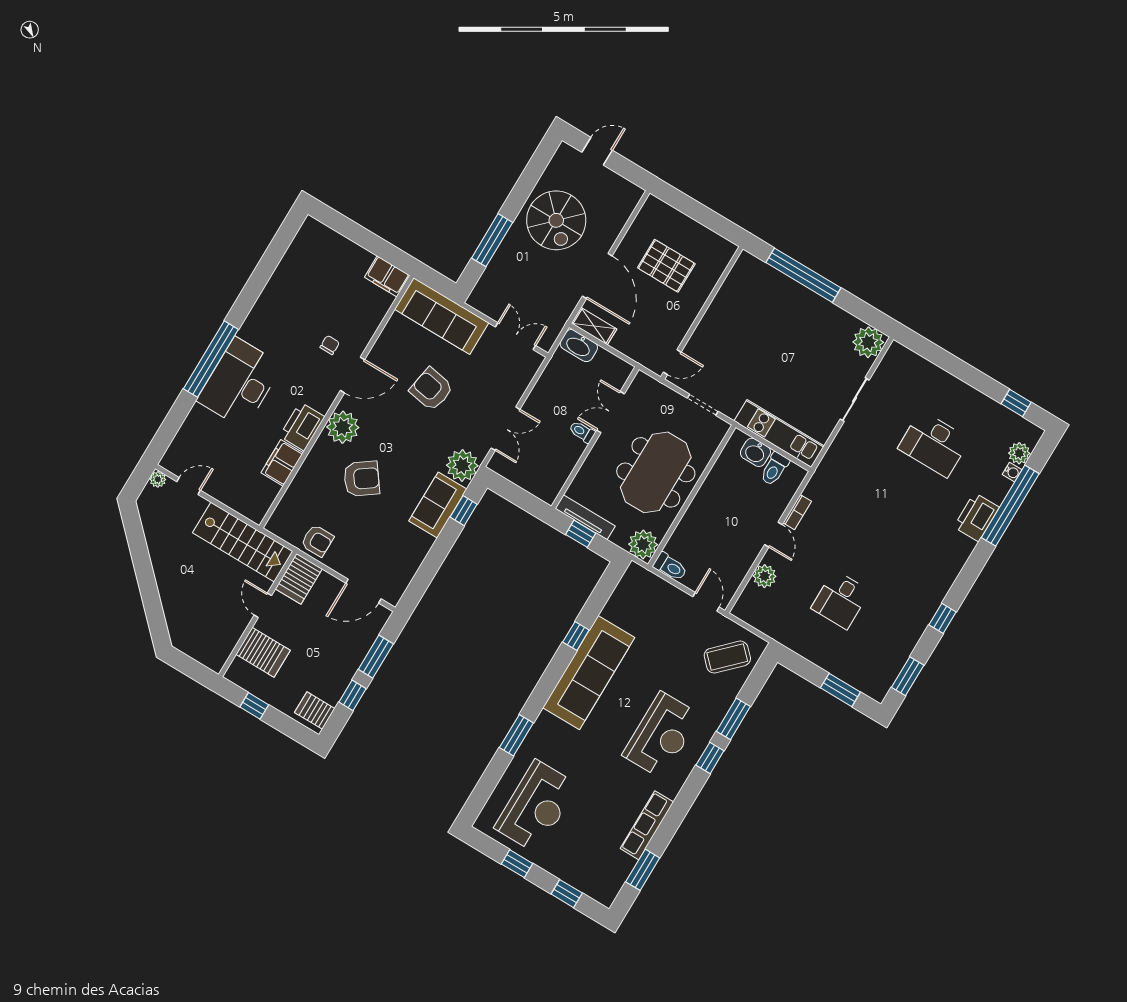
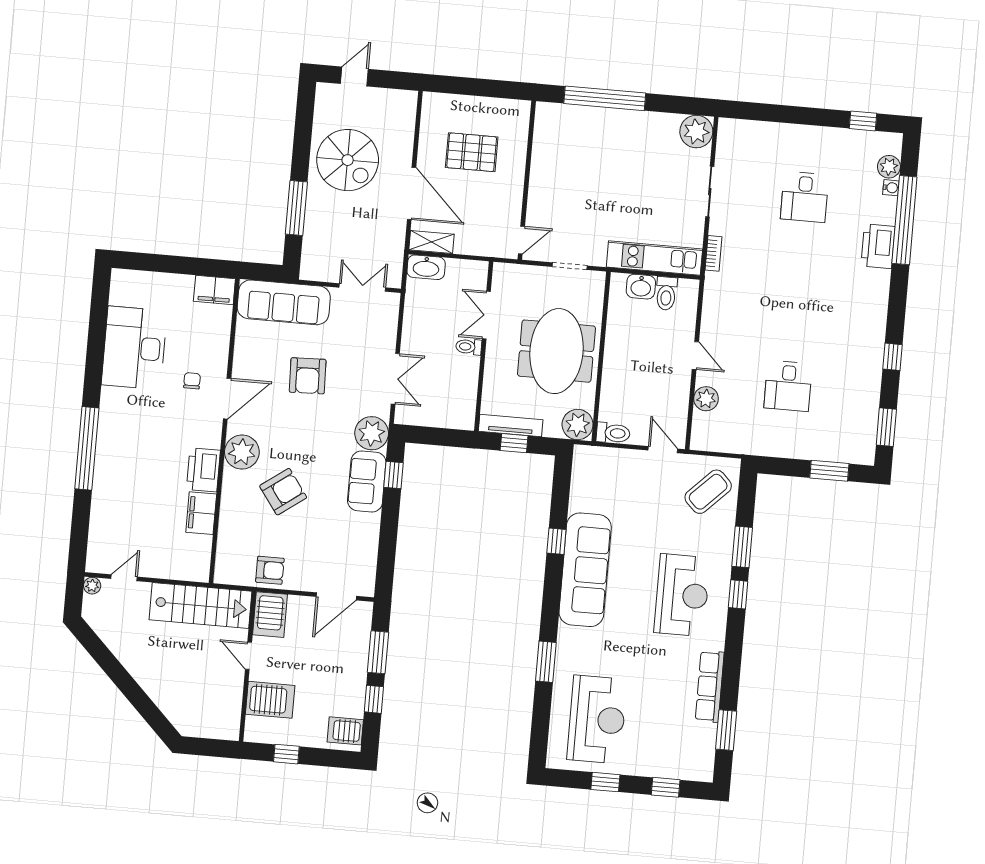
desk: (240, 383) -> (134, 348), moved
armchair: (431, 389) -> (308, 376), turned -102
desk: (934, 444) -> (805, 197), width x0.73
bookcase: (797, 512) -> (714, 253), moved

